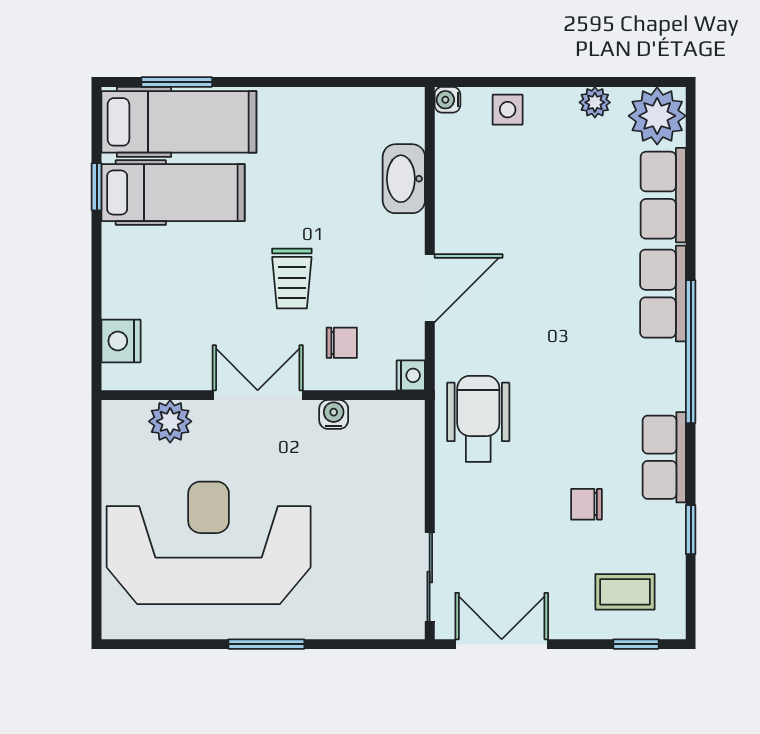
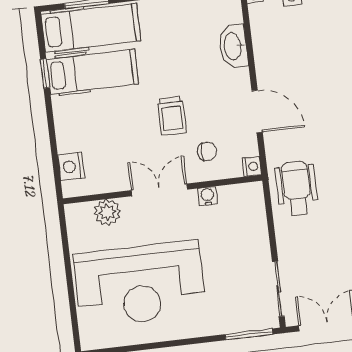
door: (430, 288) -> (257, 112), hinge flipped
reception desk: (209, 543) -> (140, 284), turned 180
window: (266, 644) -> (249, 334), moved

